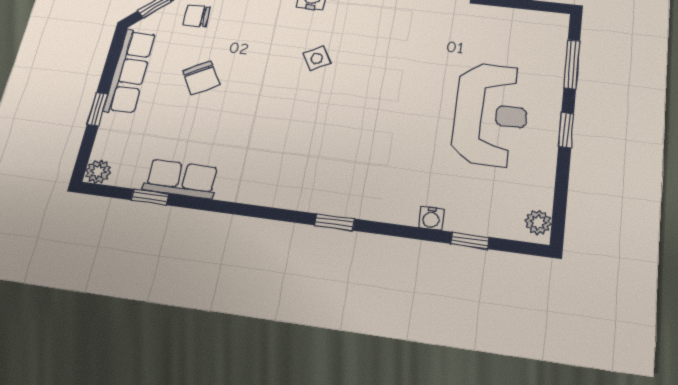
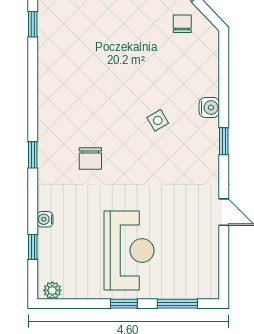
chair: (201, 78) -> (90, 158), moved, turned -60
reception desk: (491, 114) -> (129, 251), turned -90
row of seats: (181, 179) -> (49, 43), removed

